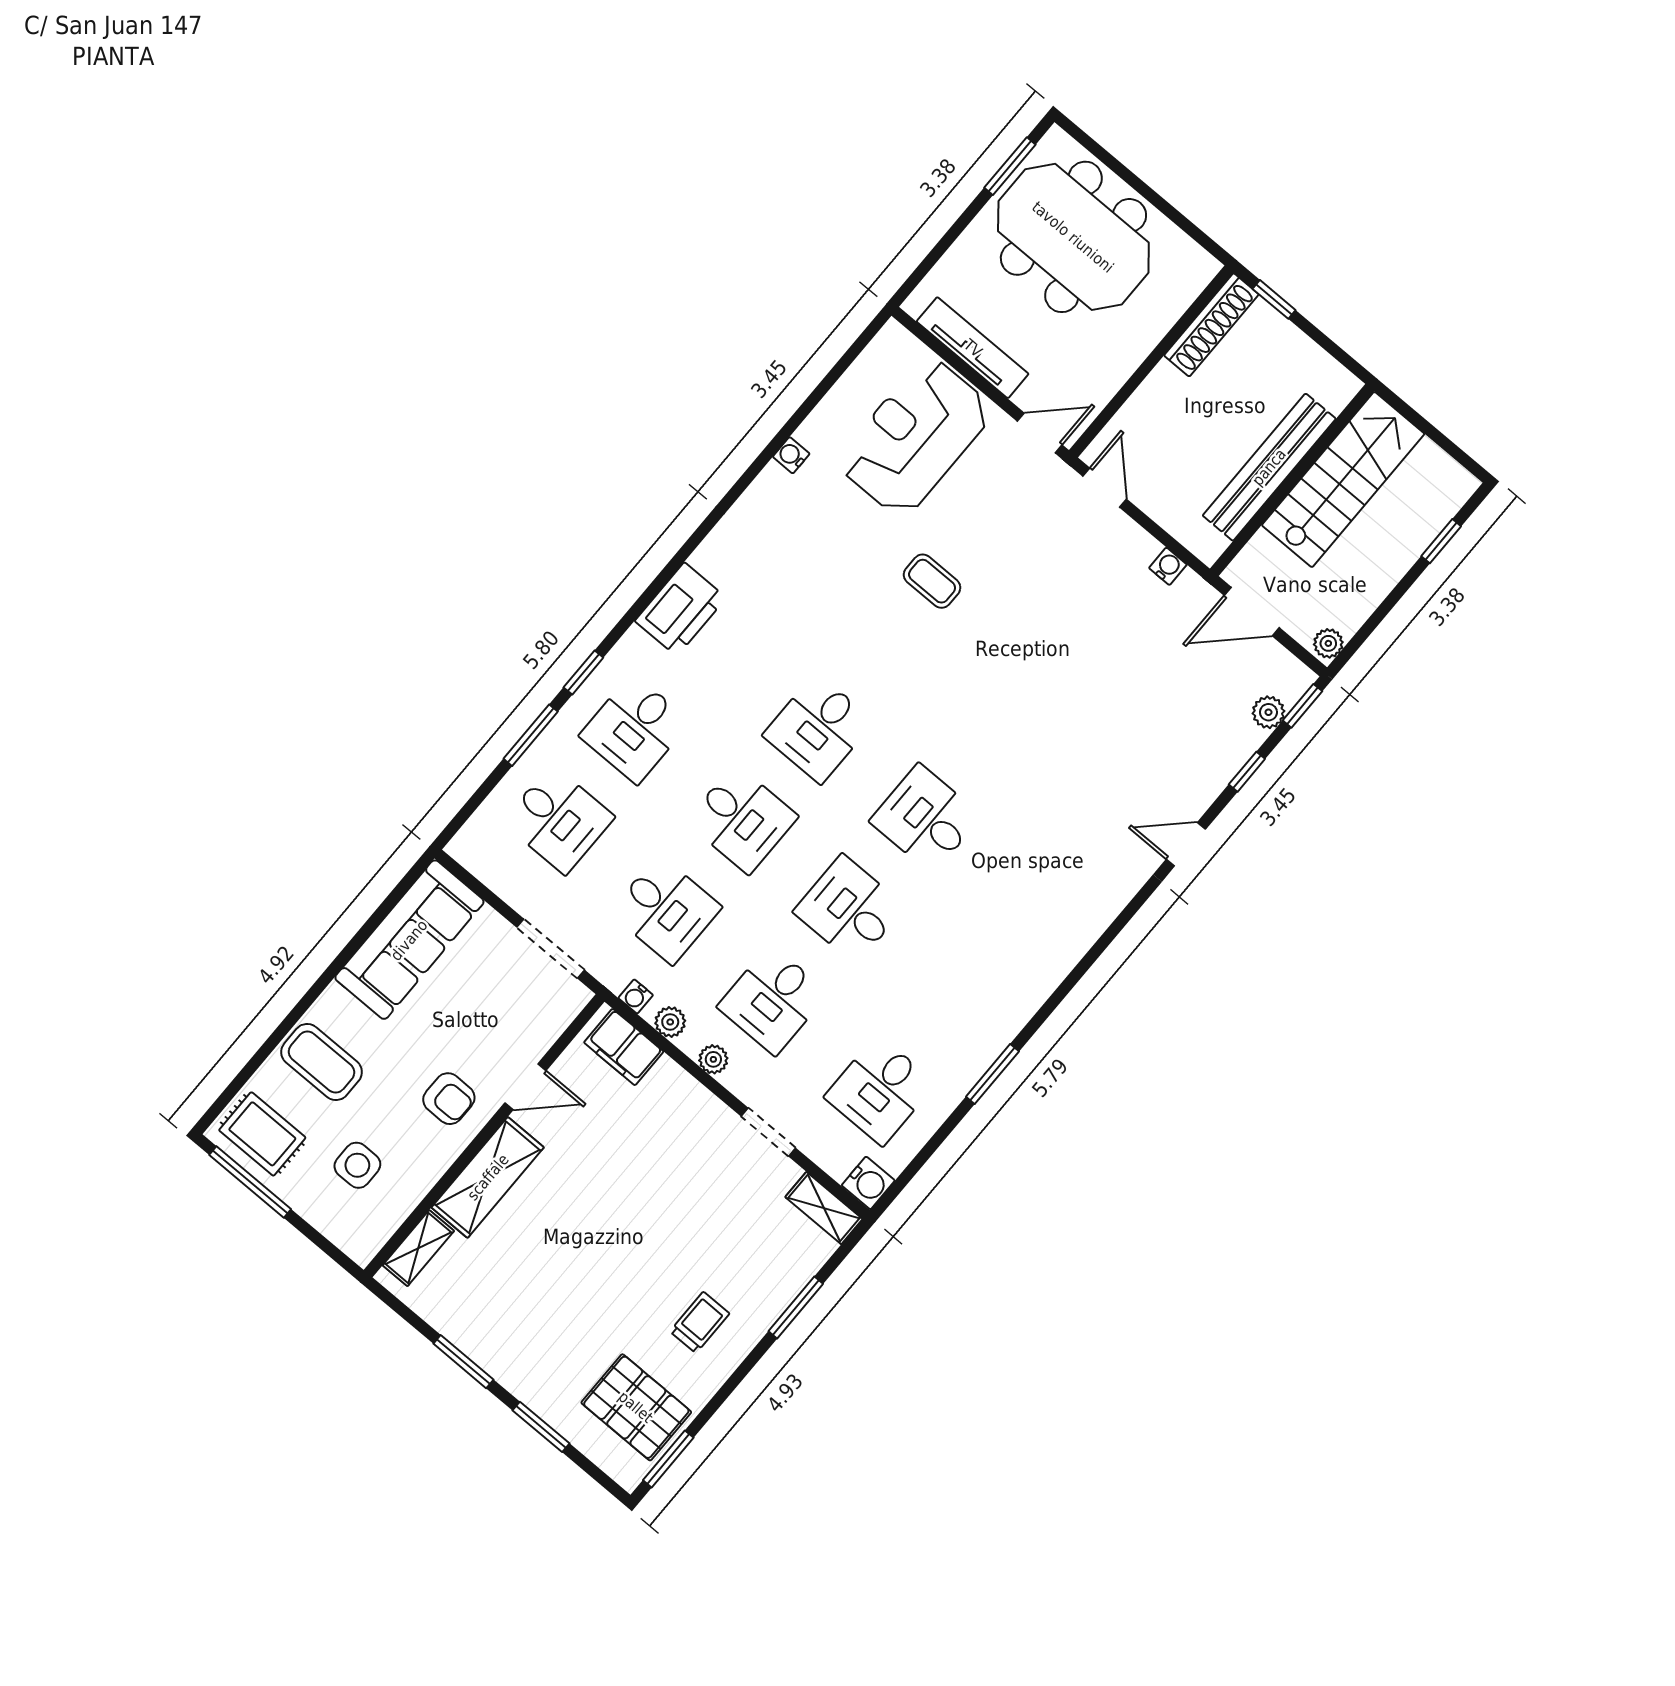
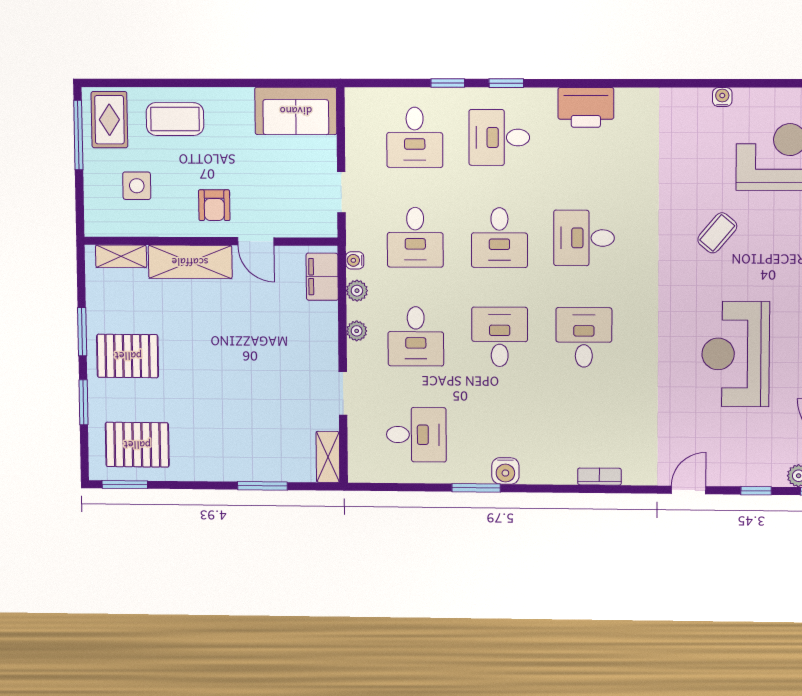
coffee table: (932, 581) -> (717, 233), turned 40
reception desk: (1079, 670) -> (736, 354), added
window: (531, 735) -> (448, 83), width x0.67
door: (1186, 844) -> (689, 490), hinge flipped
bookcase: (1091, 929) -> (599, 477), added
sofa: (409, 940) -> (296, 111), width x0.73
doorway: (551, 949) -> (341, 192), width x0.73
desk: (773, 1000) -> (416, 336), turned -90
coffee table: (322, 1062) -> (175, 119), turned 90
desk: (880, 1090) -> (416, 435), turned 180
water cooler: (868, 1183) -> (505, 471), moved
trolley: (700, 1322) -> (211, 441), removed
pallet: (531, 1334) -> (128, 356), added
pallet: (636, 1407) -> (137, 445), turned 90

